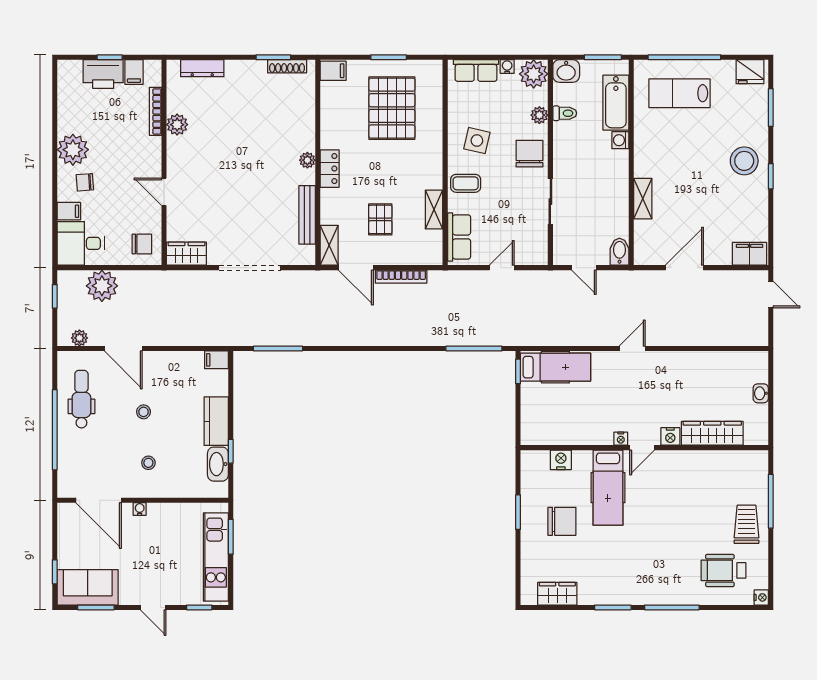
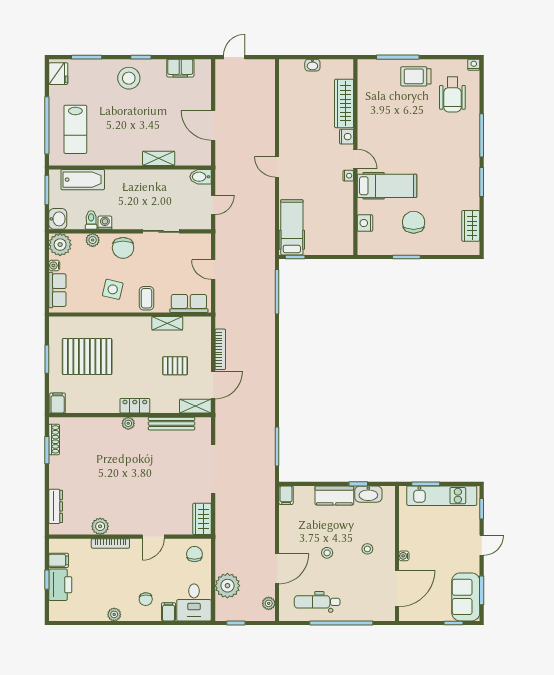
bookcase: (155, 111) -> (110, 543), moved
washing machine: (620, 140) -> (105, 223), moved, turned 180
plant: (73, 150) -> (114, 614), width x0.53, depth x0.53
chair: (529, 154) -> (123, 248), turned -90
filing cabinet: (750, 254) -> (180, 68), moved, turned -90

